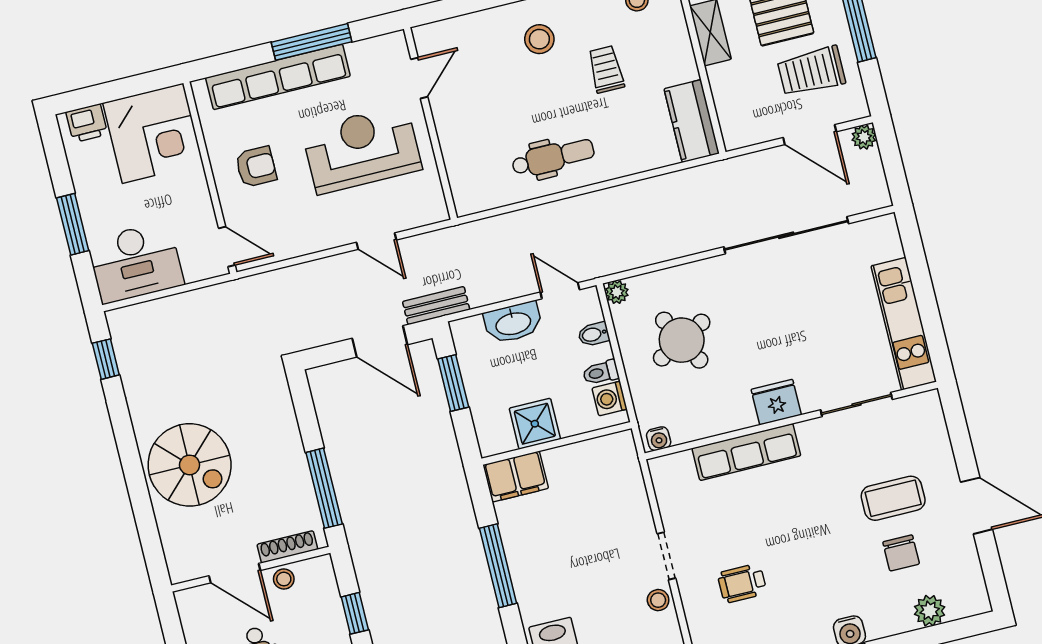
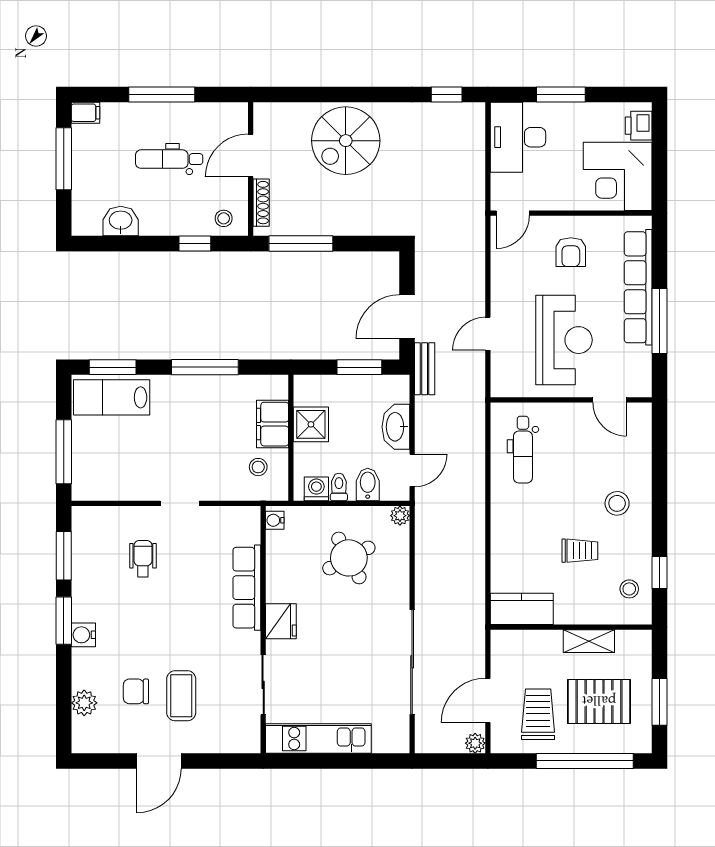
dental chair: (553, 157) -> (523, 450), moved
bidet: (594, 334) -> (368, 484), width x1.38, depth x1.36
filing cabinet: (516, 477) -> (272, 424), moved
stool: (284, 579) -> (224, 218), moved
stool: (658, 600) -> (258, 467), moved

